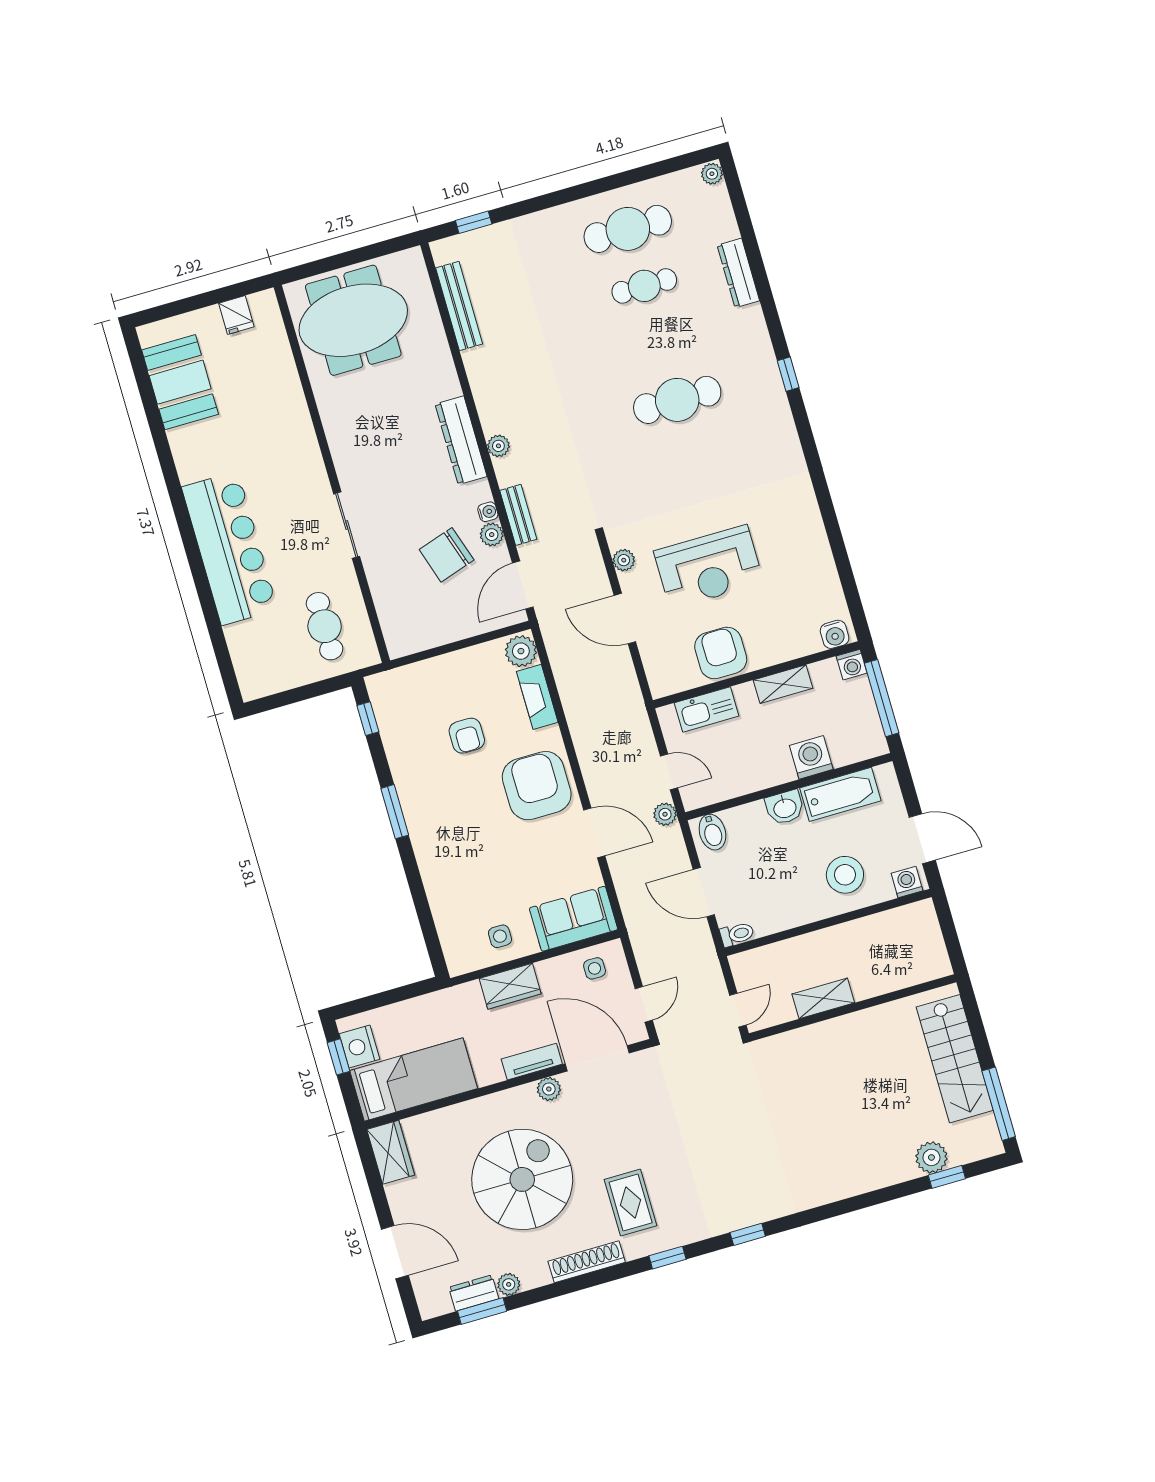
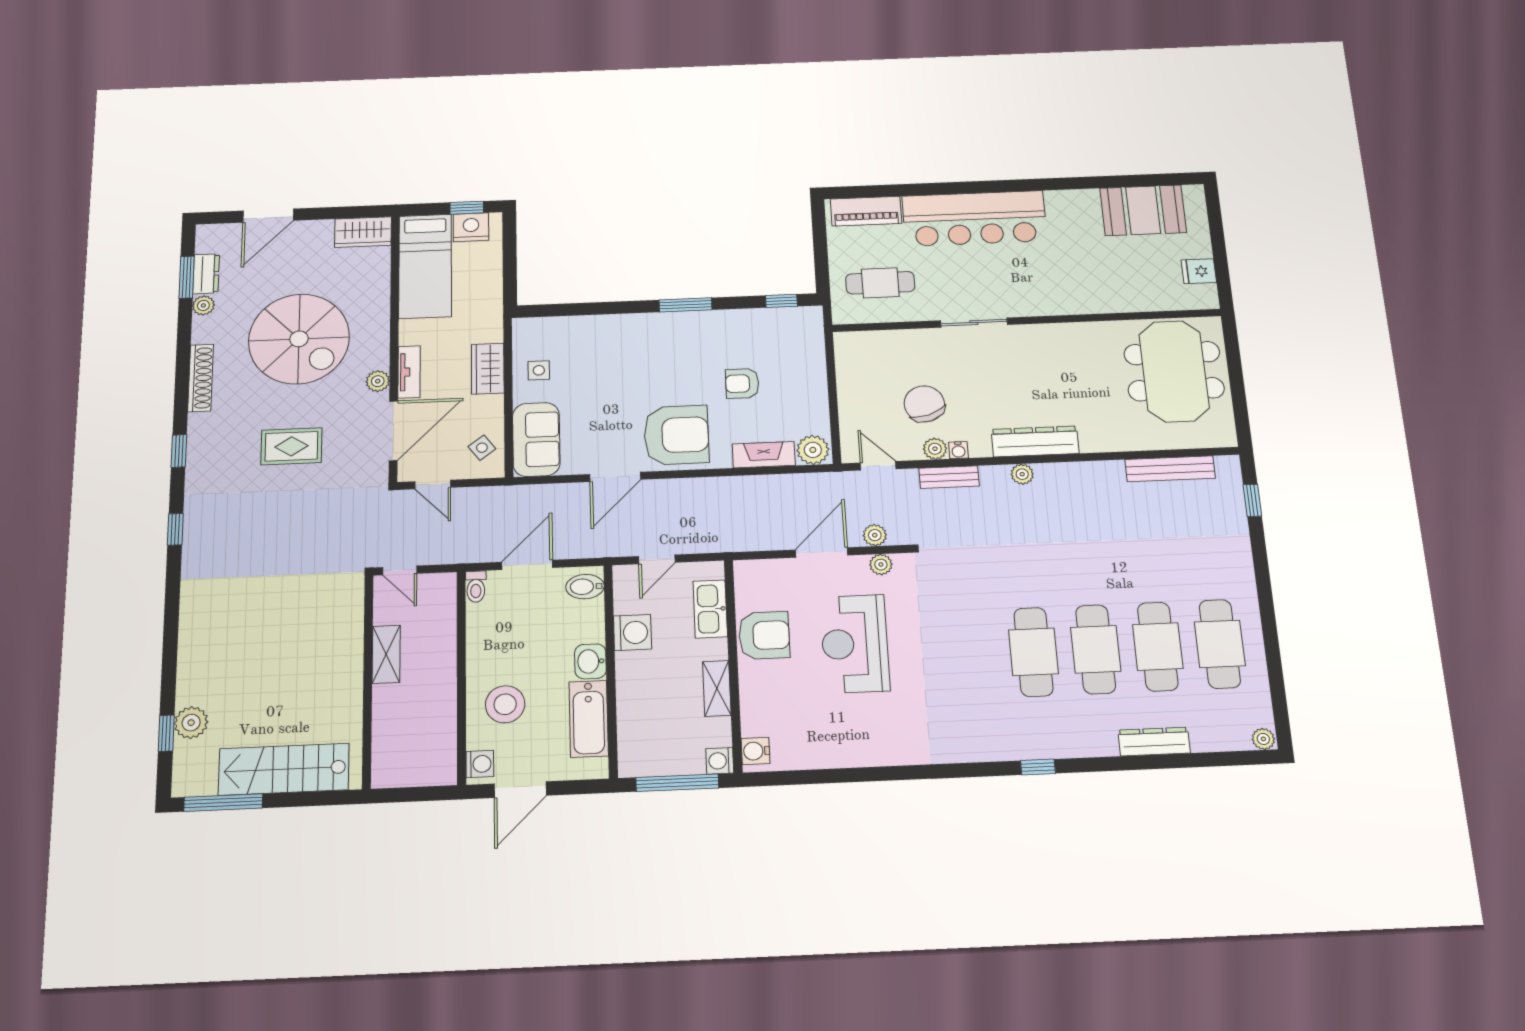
cafe table: (644, 286) -> (1158, 647), width x1.37, depth x1.35
cafe table: (661, 343) -> (1096, 649), added
door: (523, 585) -> (878, 466), width x0.73
piano: (247, 658) -> (866, 211), added
washing machine: (811, 757) -> (633, 633), moved
plant: (665, 814) -> (875, 535), moved
side table: (595, 968) -> (482, 448), turned -37
rug: (631, 1203) -> (291, 446), moved

